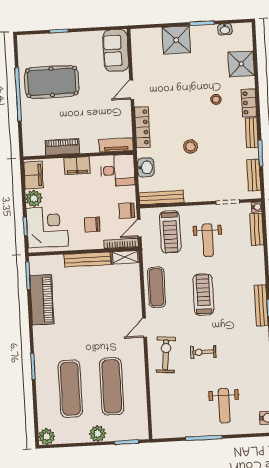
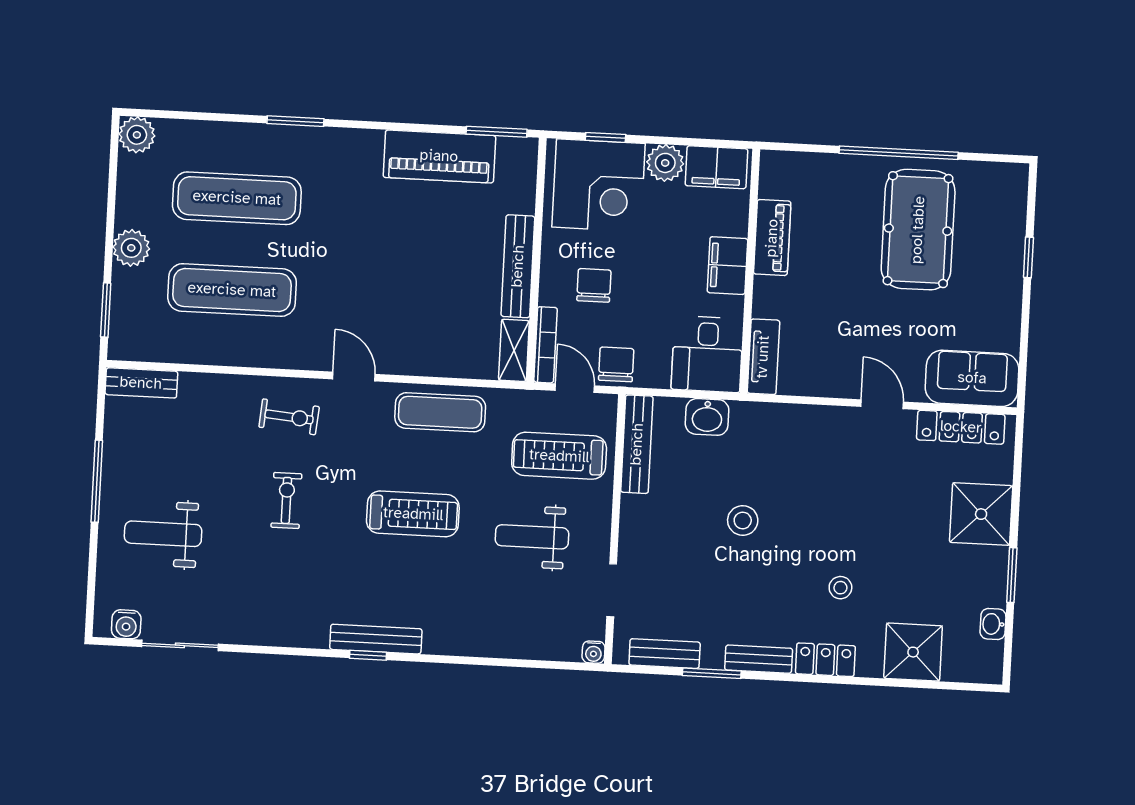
locker: (142, 127) -> (961, 427), moved
bench: (257, 229) -> (141, 383), moved
exercise bike: (166, 355) -> (289, 417), width x0.73, depth x0.72

